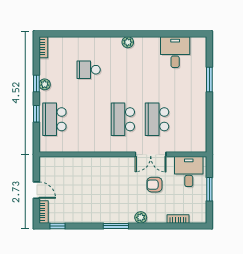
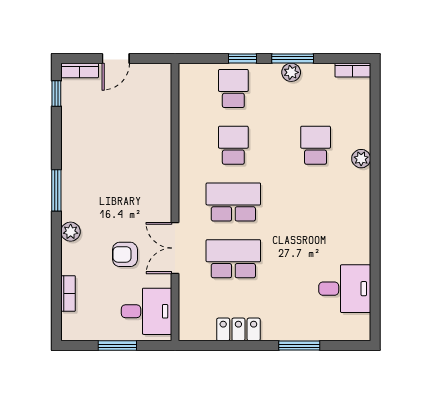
plant: (128, 42) -> (361, 159), moved
window: (36, 84) -> (293, 58), width x1.50
locker: (200, 116) -> (238, 329), added
school desk: (54, 119) -> (233, 89), width x0.54
school desk: (89, 119) -> (233, 145), added
armchair: (154, 185) -> (125, 254), turned -90

